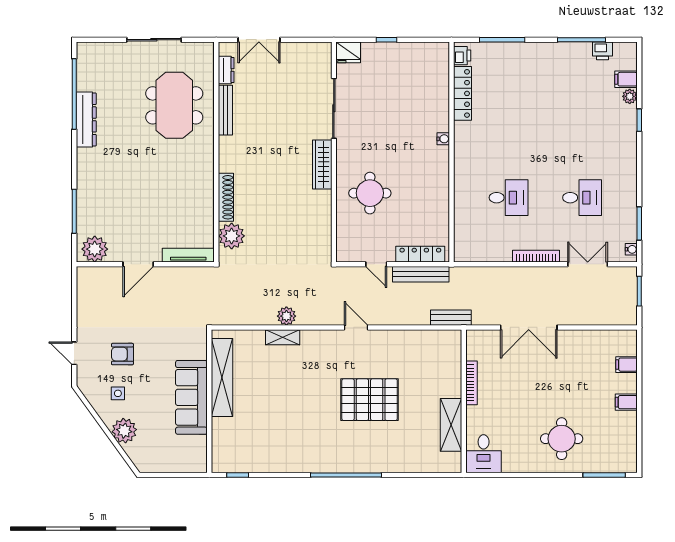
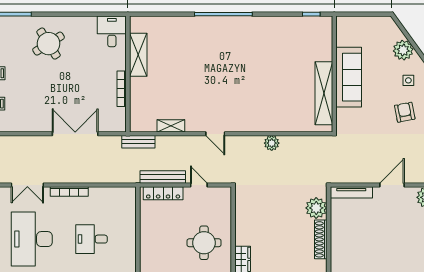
desk: (582, 198) -> (32, 239), width x1.87, depth x1.30
shelving: (283, 337) -> (171, 126), moved
armchair: (122, 354) -> (405, 112), turned -101
pallet: (370, 400) -> (204, 75), removed
round table: (562, 439) -> (49, 44), turned -32

